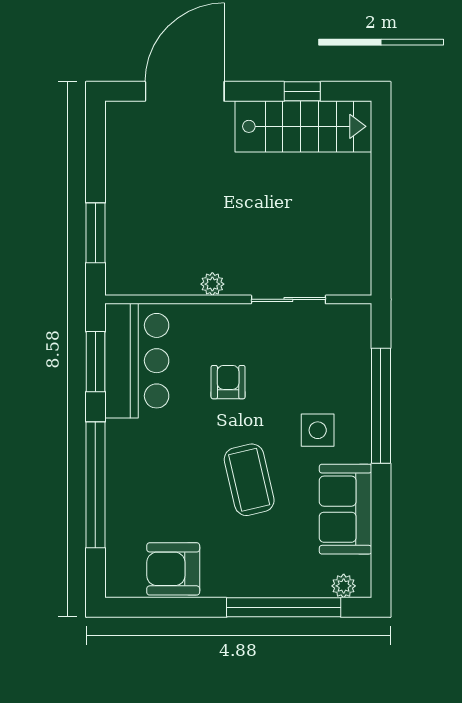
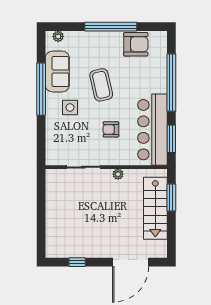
stairs: (303, 126) -> (155, 208), moved, turned -90
bar counter: (137, 361) -> (152, 130), width x1.36
armchair: (228, 382) -> (111, 129), turned 90
window: (381, 406) -> (41, 89), moved
window: (284, 607) -> (111, 27), moved

